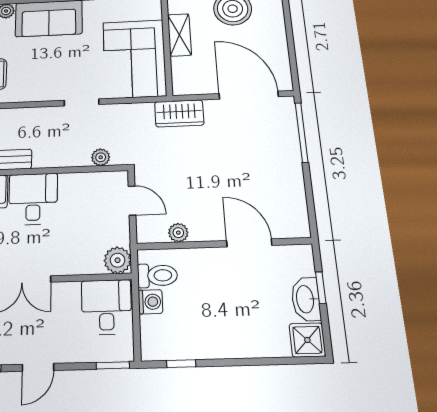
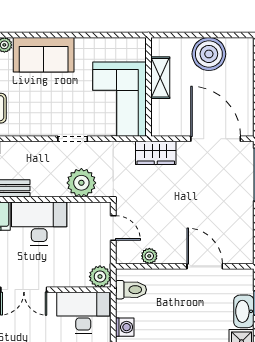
plant: (101, 157) -> (81, 183), width x1.88, depth x1.88
desk: (33, 199) -> (39, 223), width x1.37
washing machine: (150, 302) -> (125, 327), moved
desk: (106, 307) -> (83, 313), width x1.37

